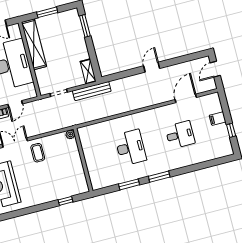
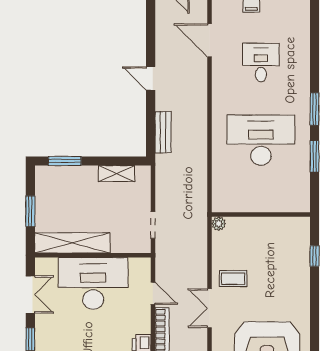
shelving: (88, 71) -> (116, 174), moved
bench: (92, 91) -> (163, 132), moved, width x0.73
desk: (131, 148) -> (261, 140), width x1.36, depth x1.30

